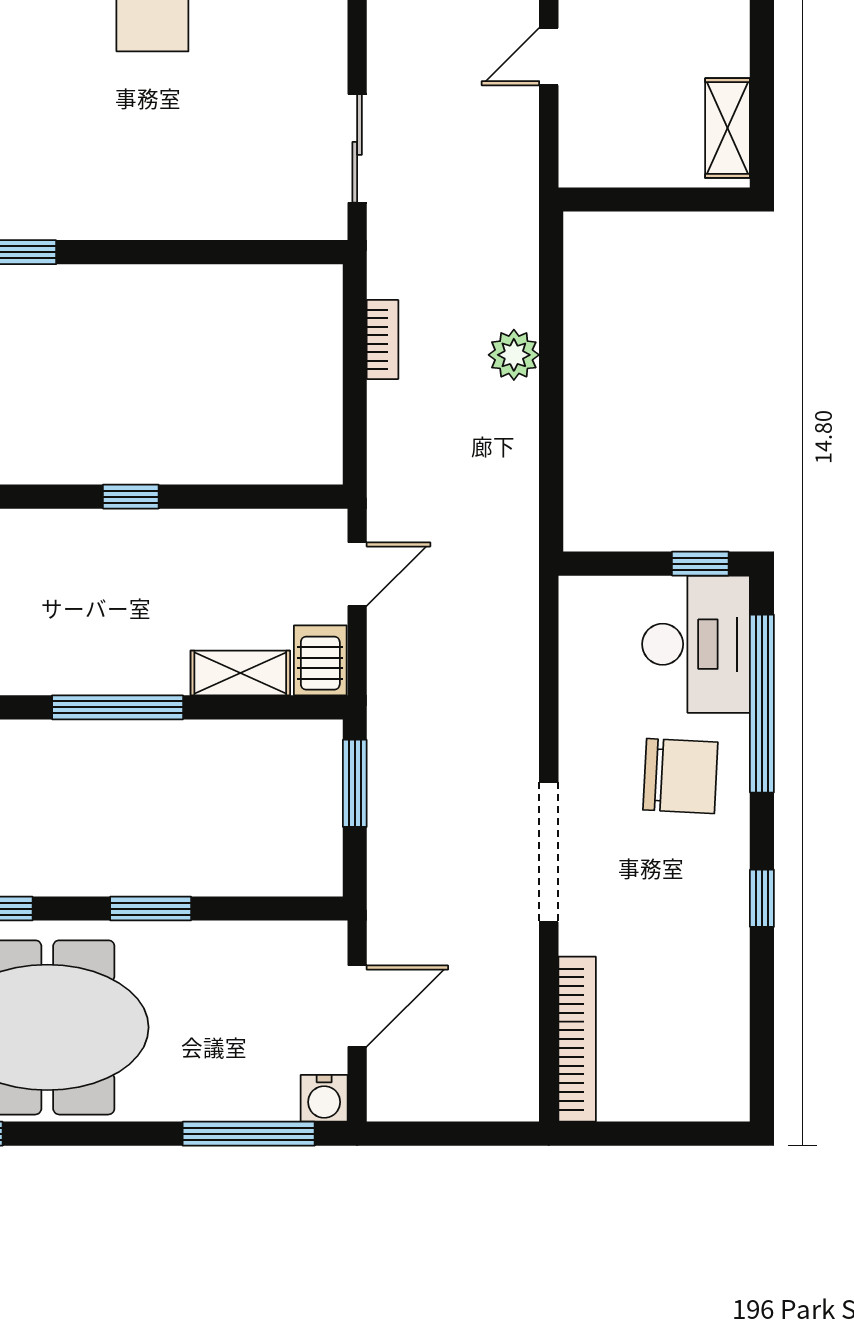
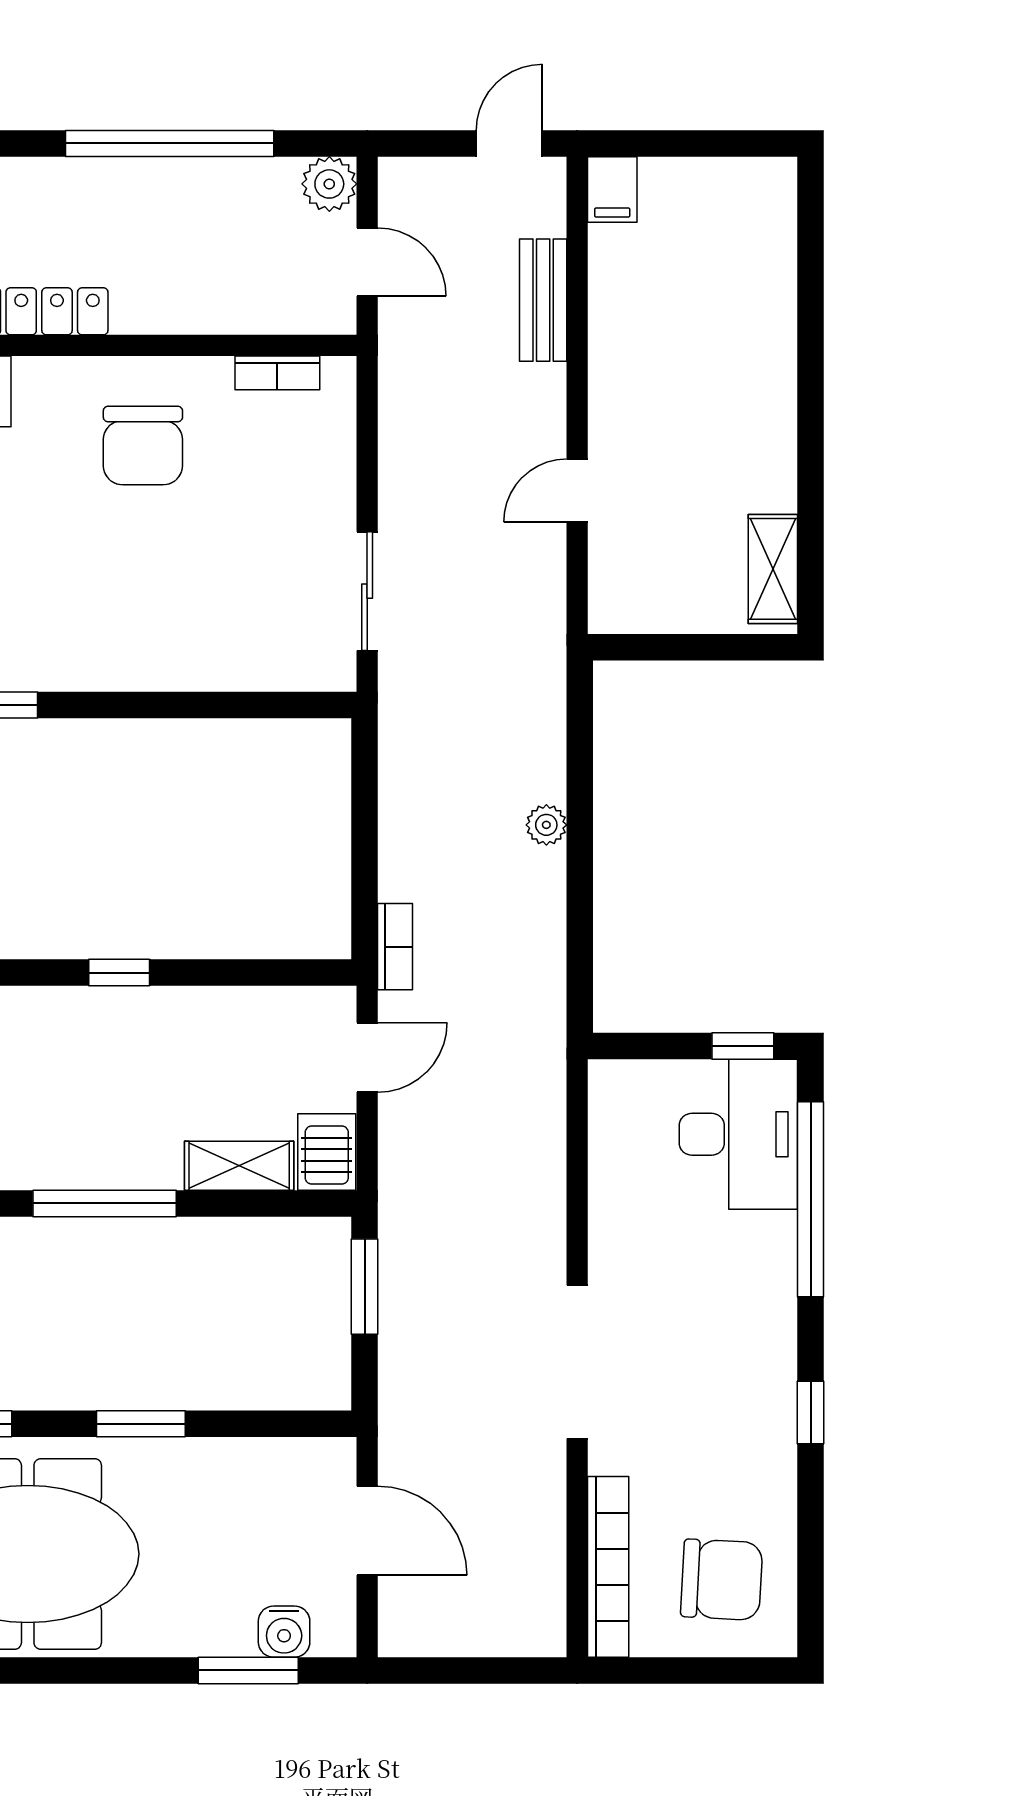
bookcase: (383, 339) -> (395, 947), moved
plant: (514, 355) -> (546, 825), width x0.73, depth x0.73
chair: (680, 776) -> (722, 1580), moved
door: (357, 1006) -> (367, 1531), hinge flipped
water cooler: (324, 1098) -> (284, 1632), moved
window: (249, 1134) -> (248, 1670), width x0.69

